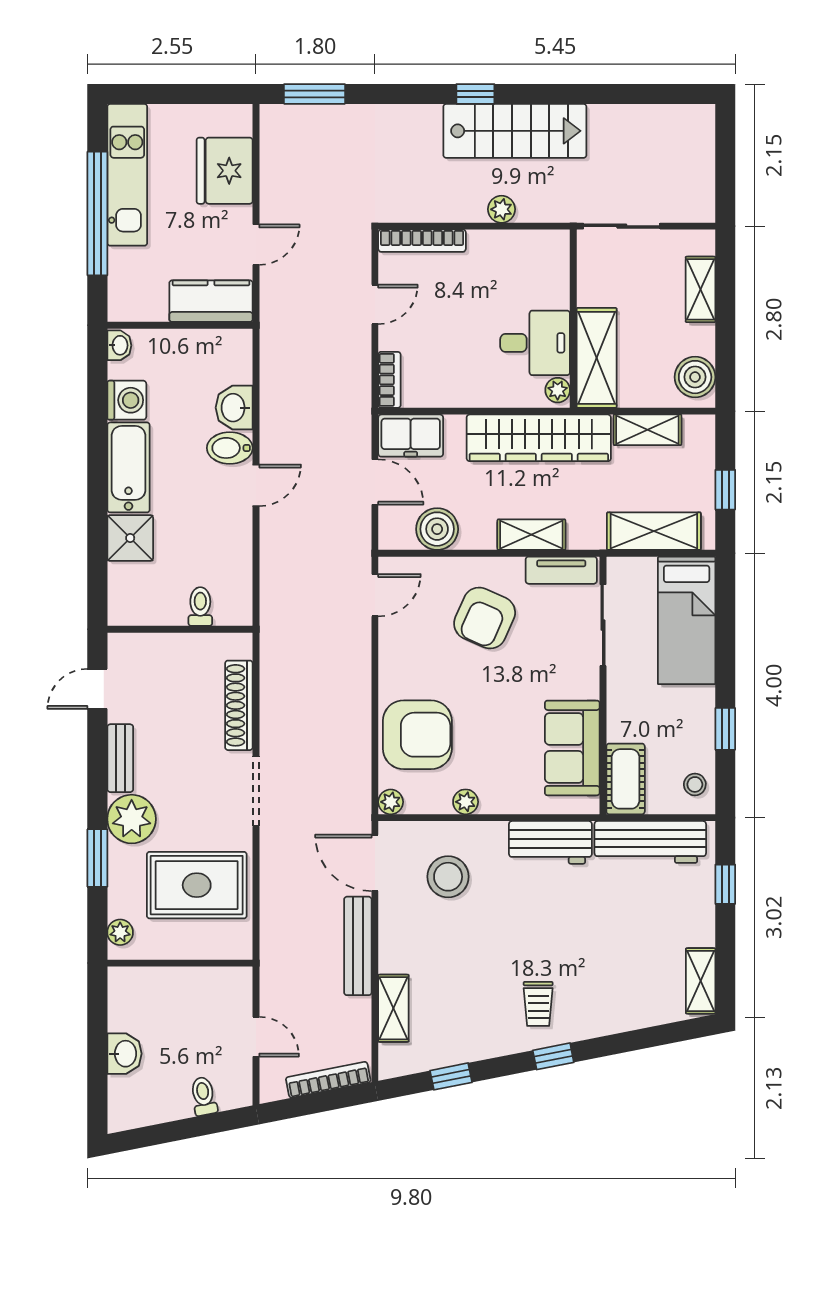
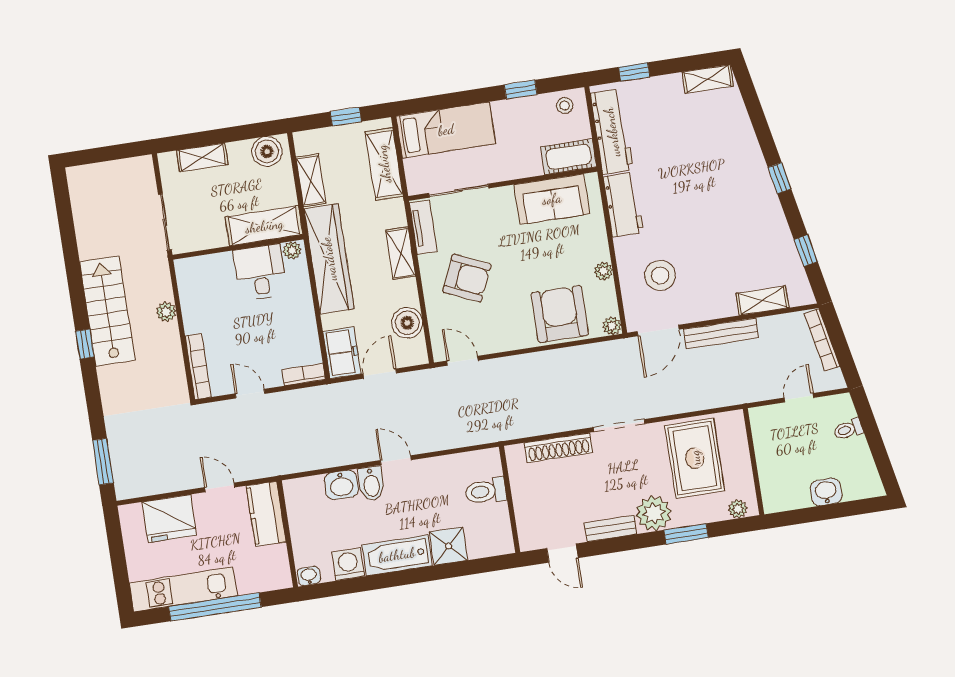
toilet: (200, 607) -> (486, 491), width x1.37, depth x1.39
trolley: (538, 1004) -> (743, 195), removed

